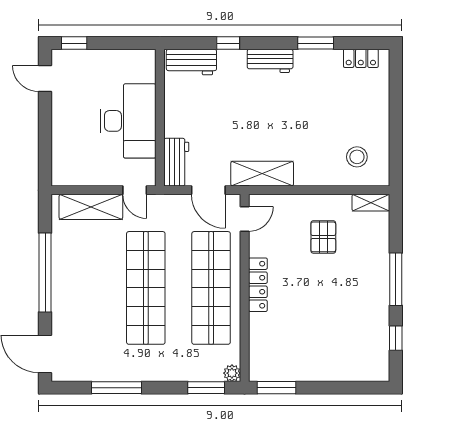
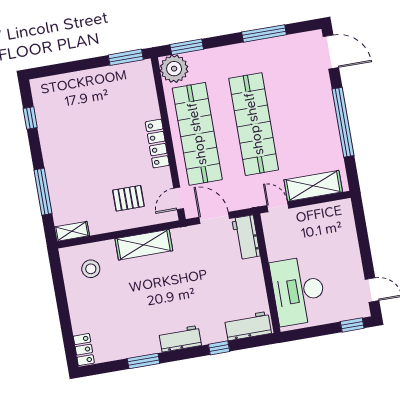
locker: (361, 58) -> (84, 350), moved, turned 90
desk: (128, 121) -> (298, 291), moved
shelving: (262, 174) -> (144, 245), moved
pallet: (323, 237) -> (128, 198), moved, turned 90
window: (396, 279) -> (43, 192), moved
plant: (232, 373) -> (174, 69), width x1.87, depth x1.87

